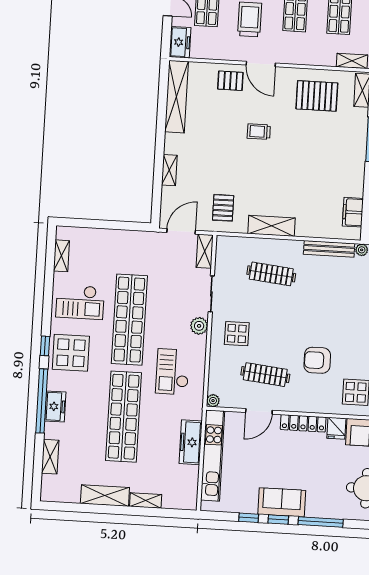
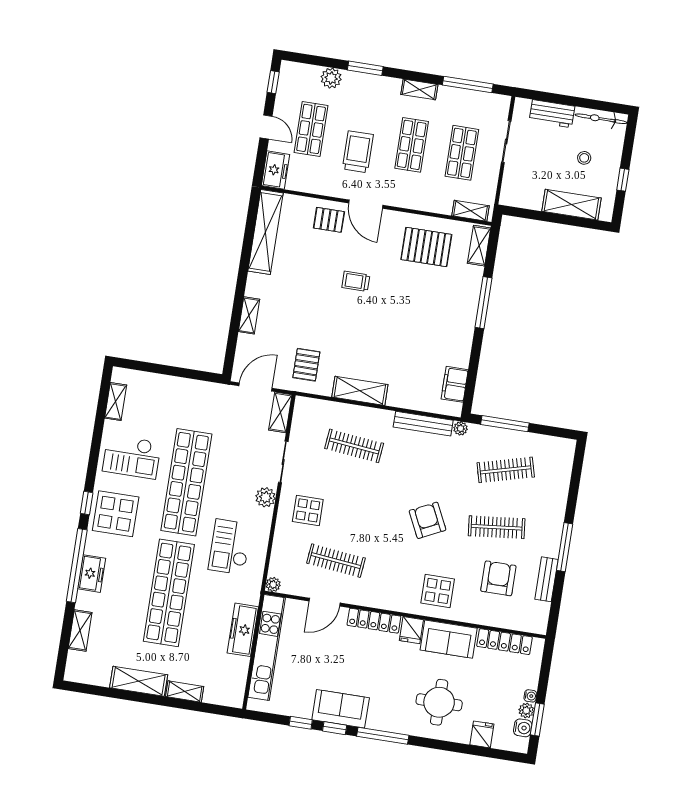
armchair: (317, 360) -> (428, 520), moved, turned 64

